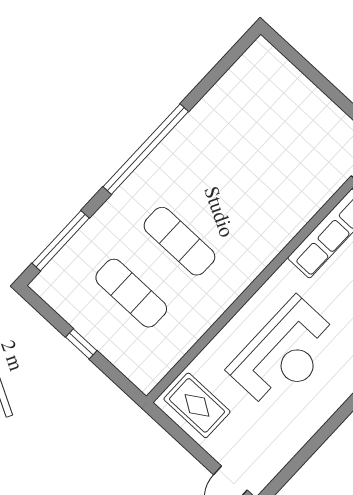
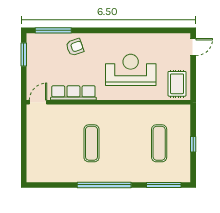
exercise mat: (179, 241) -> (91, 143), moved

